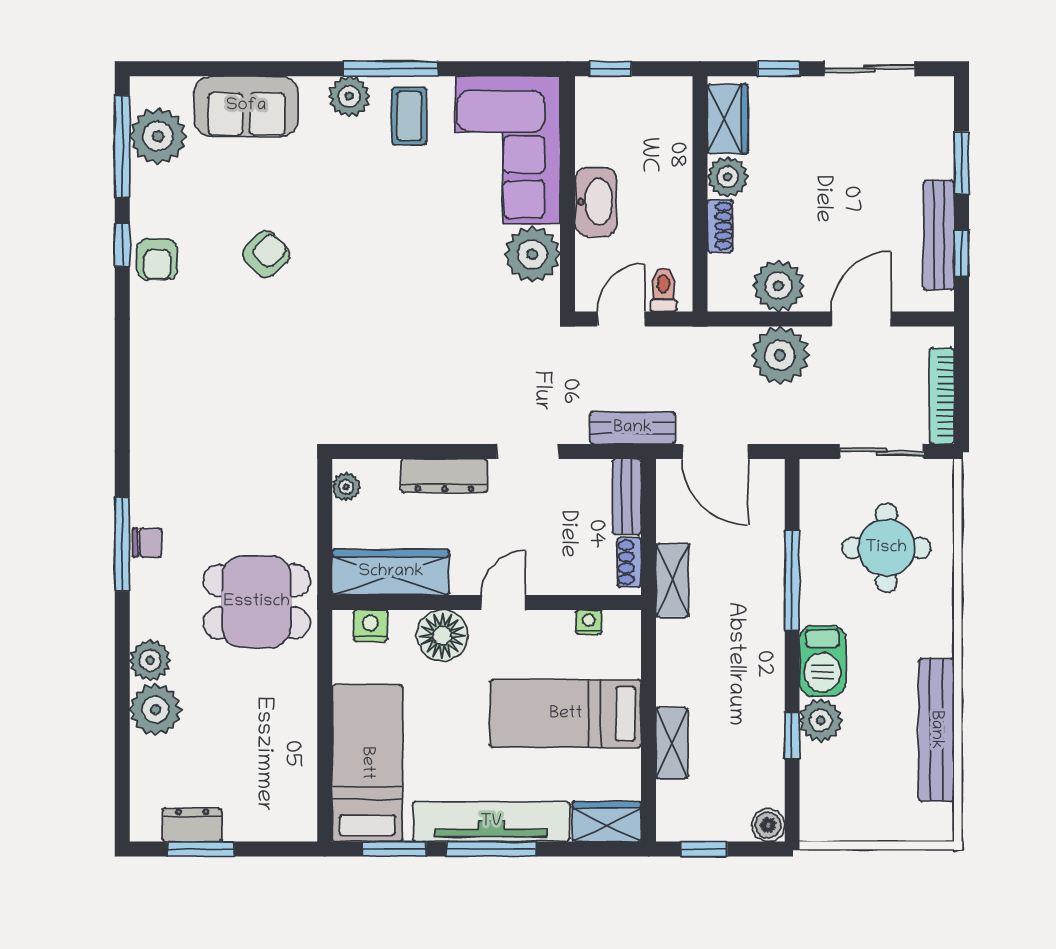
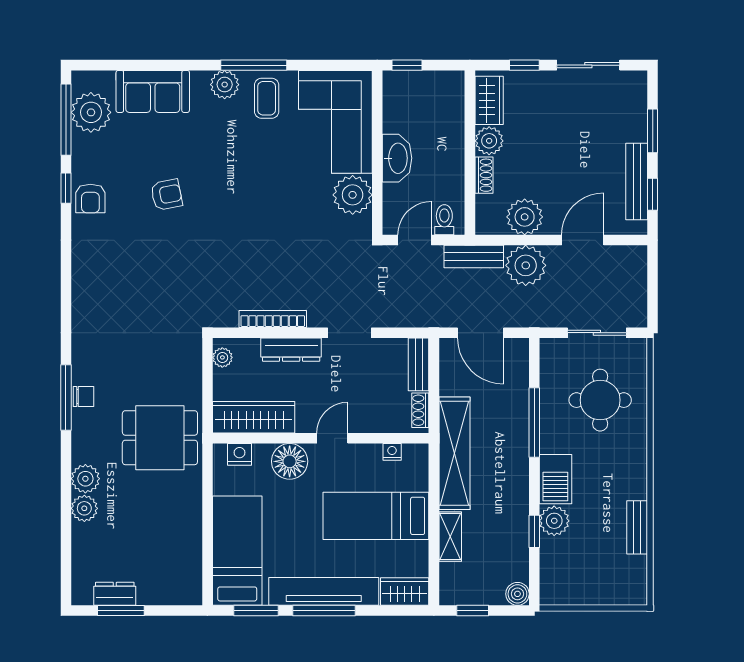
armchair: (266, 254) -> (166, 195), turned 33
bookcase: (942, 396) -> (273, 319), moved, turned 90
bench: (633, 428) -> (474, 257), moved
shelving: (672, 580) -> (454, 453), width x2.20, depth x1.33
plant: (155, 710) -> (84, 508), width x0.73, depth x0.73
bench: (936, 730) -> (637, 527), width x0.54, depth x0.82

